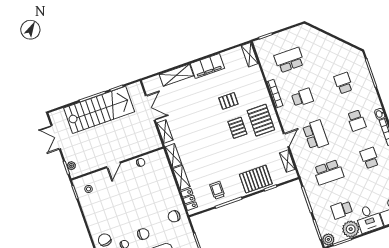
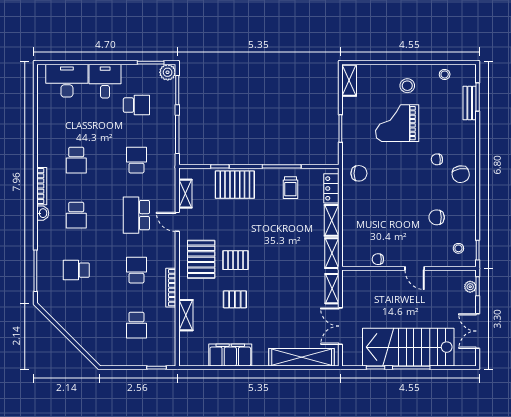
shelving: (250, 55) -> (186, 315), moved
school desk: (289, 60) -> (136, 325), width x0.54
filing cabinet: (207, 66) -> (230, 355), moved
shelving: (176, 75) -> (302, 357), width x1.47
school desk: (343, 83) -> (76, 270), turned 90
school desk: (302, 97) -> (136, 270), turned 90
school desk: (356, 121) -> (76, 215), turned 180
pallet: (237, 128) -> (236, 260), turned 90
double door: (56, 137) -> (478, 331), swing flipped
door: (286, 140) -> (177, 222), hinge flipped
door: (113, 165) -> (415, 268), swing flipped
school desk: (329, 172) -> (136, 160), width x0.54
plant: (351, 229) -> (134, 76), removed
chair: (143, 234) -> (437, 217), moved

